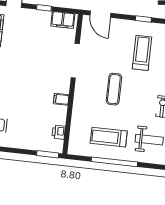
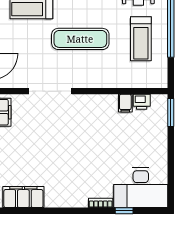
exercise mat: (114, 89) -> (80, 39), width x1.36, depth x1.45
filing cabinet: (61, 99) -> (125, 103), moved

